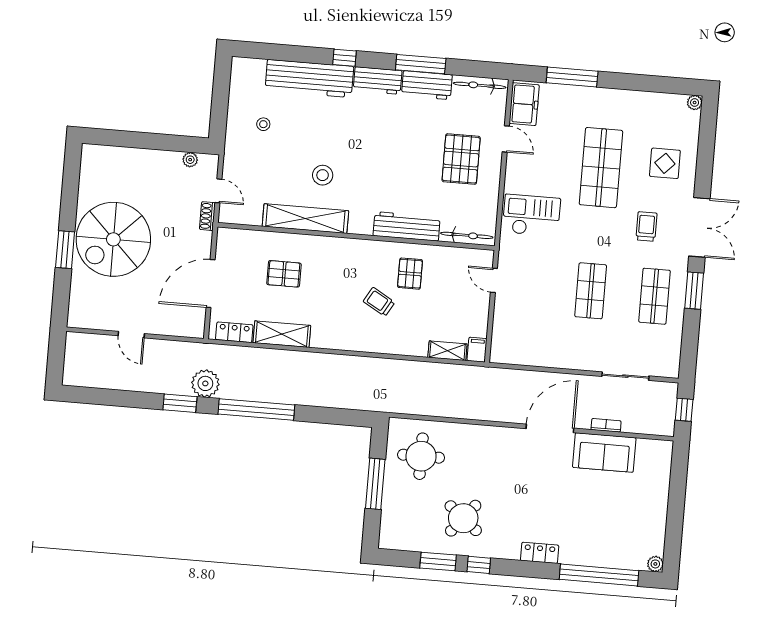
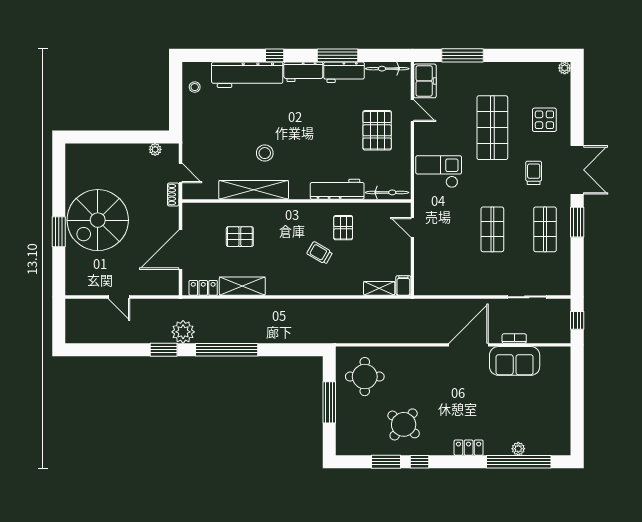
stool: (263, 124) -> (195, 87), moved
plant: (655, 564) -> (518, 449), moved

